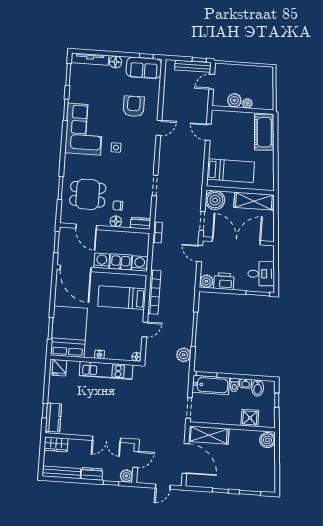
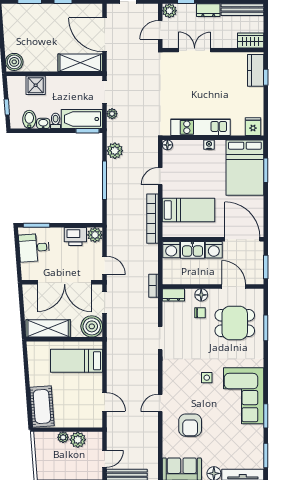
plant: (184, 388) -> (112, 114), added

